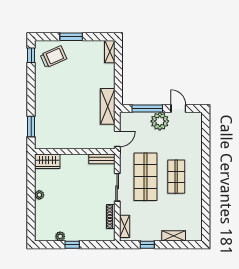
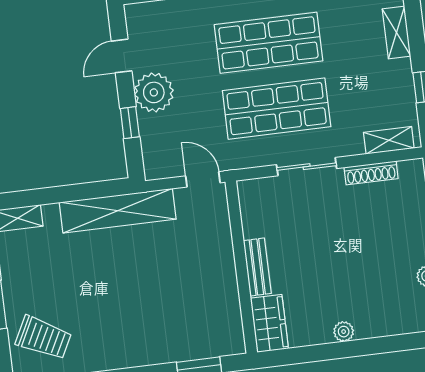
trolley: (53, 57) -> (44, 338), turned 141
shelving: (108, 106) -> (118, 211), width x1.47
window: (147, 109) -> (130, 123), width x0.46
bench: (102, 159) -> (257, 267), moved
shop shelf: (176, 177) -> (268, 43), width x1.43, depth x1.36

